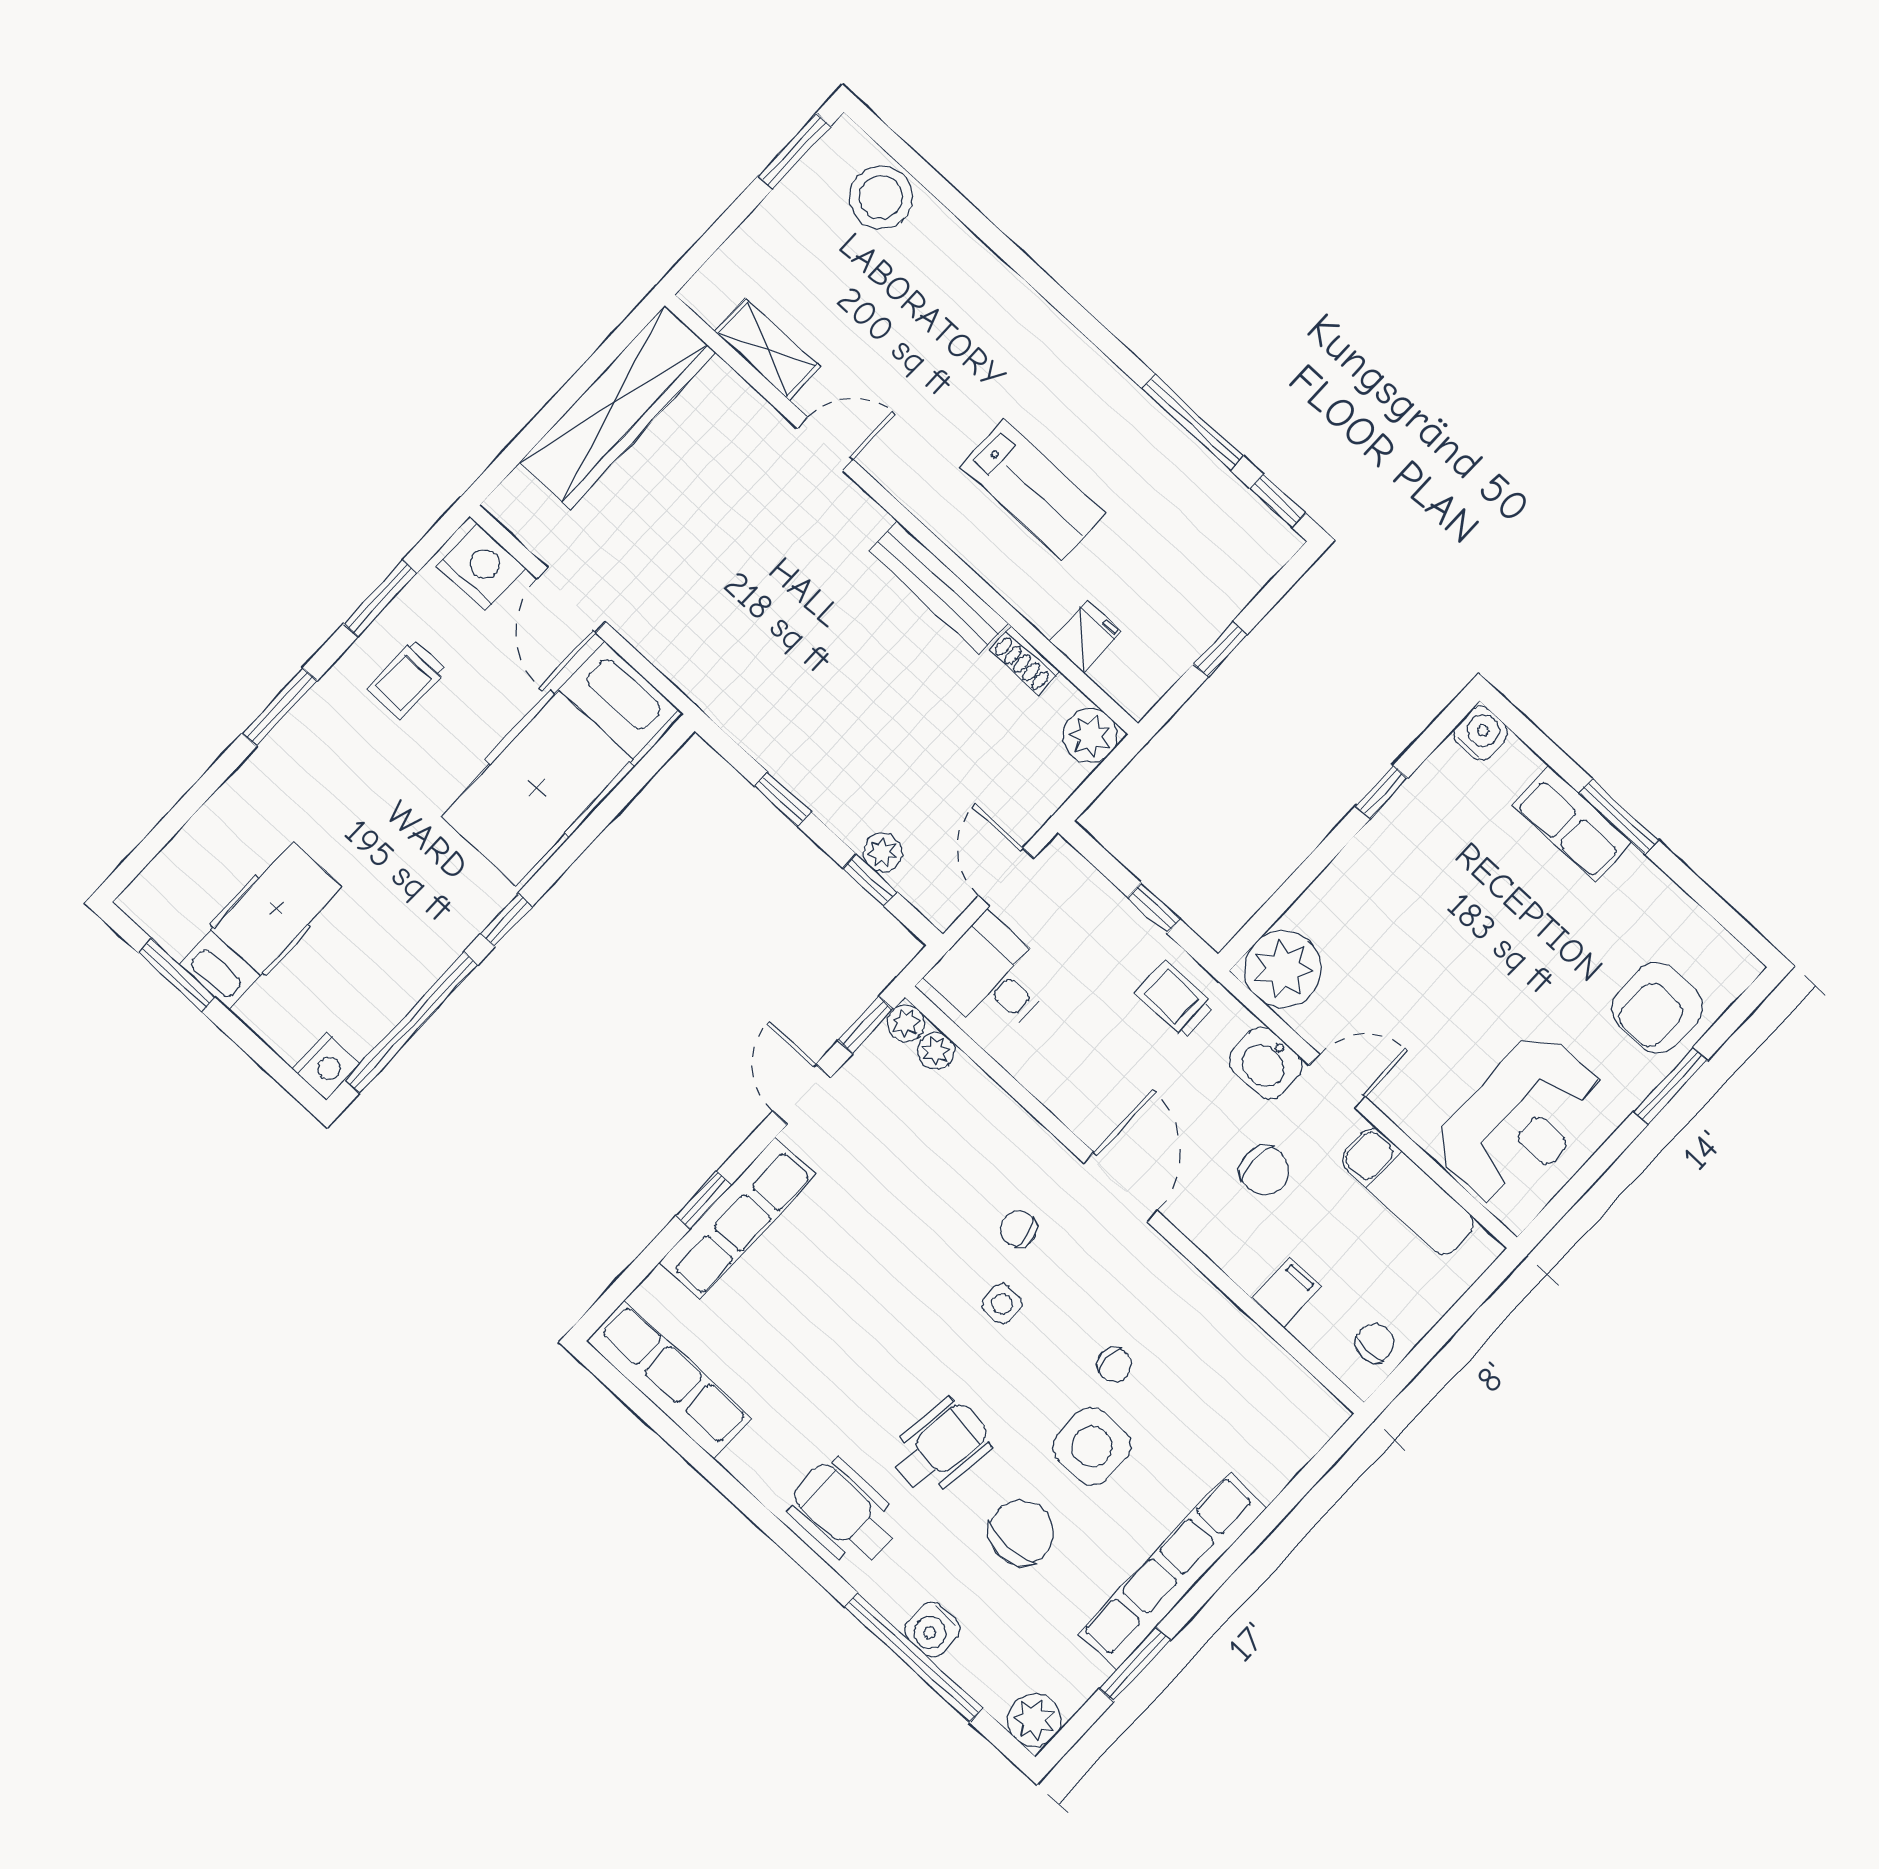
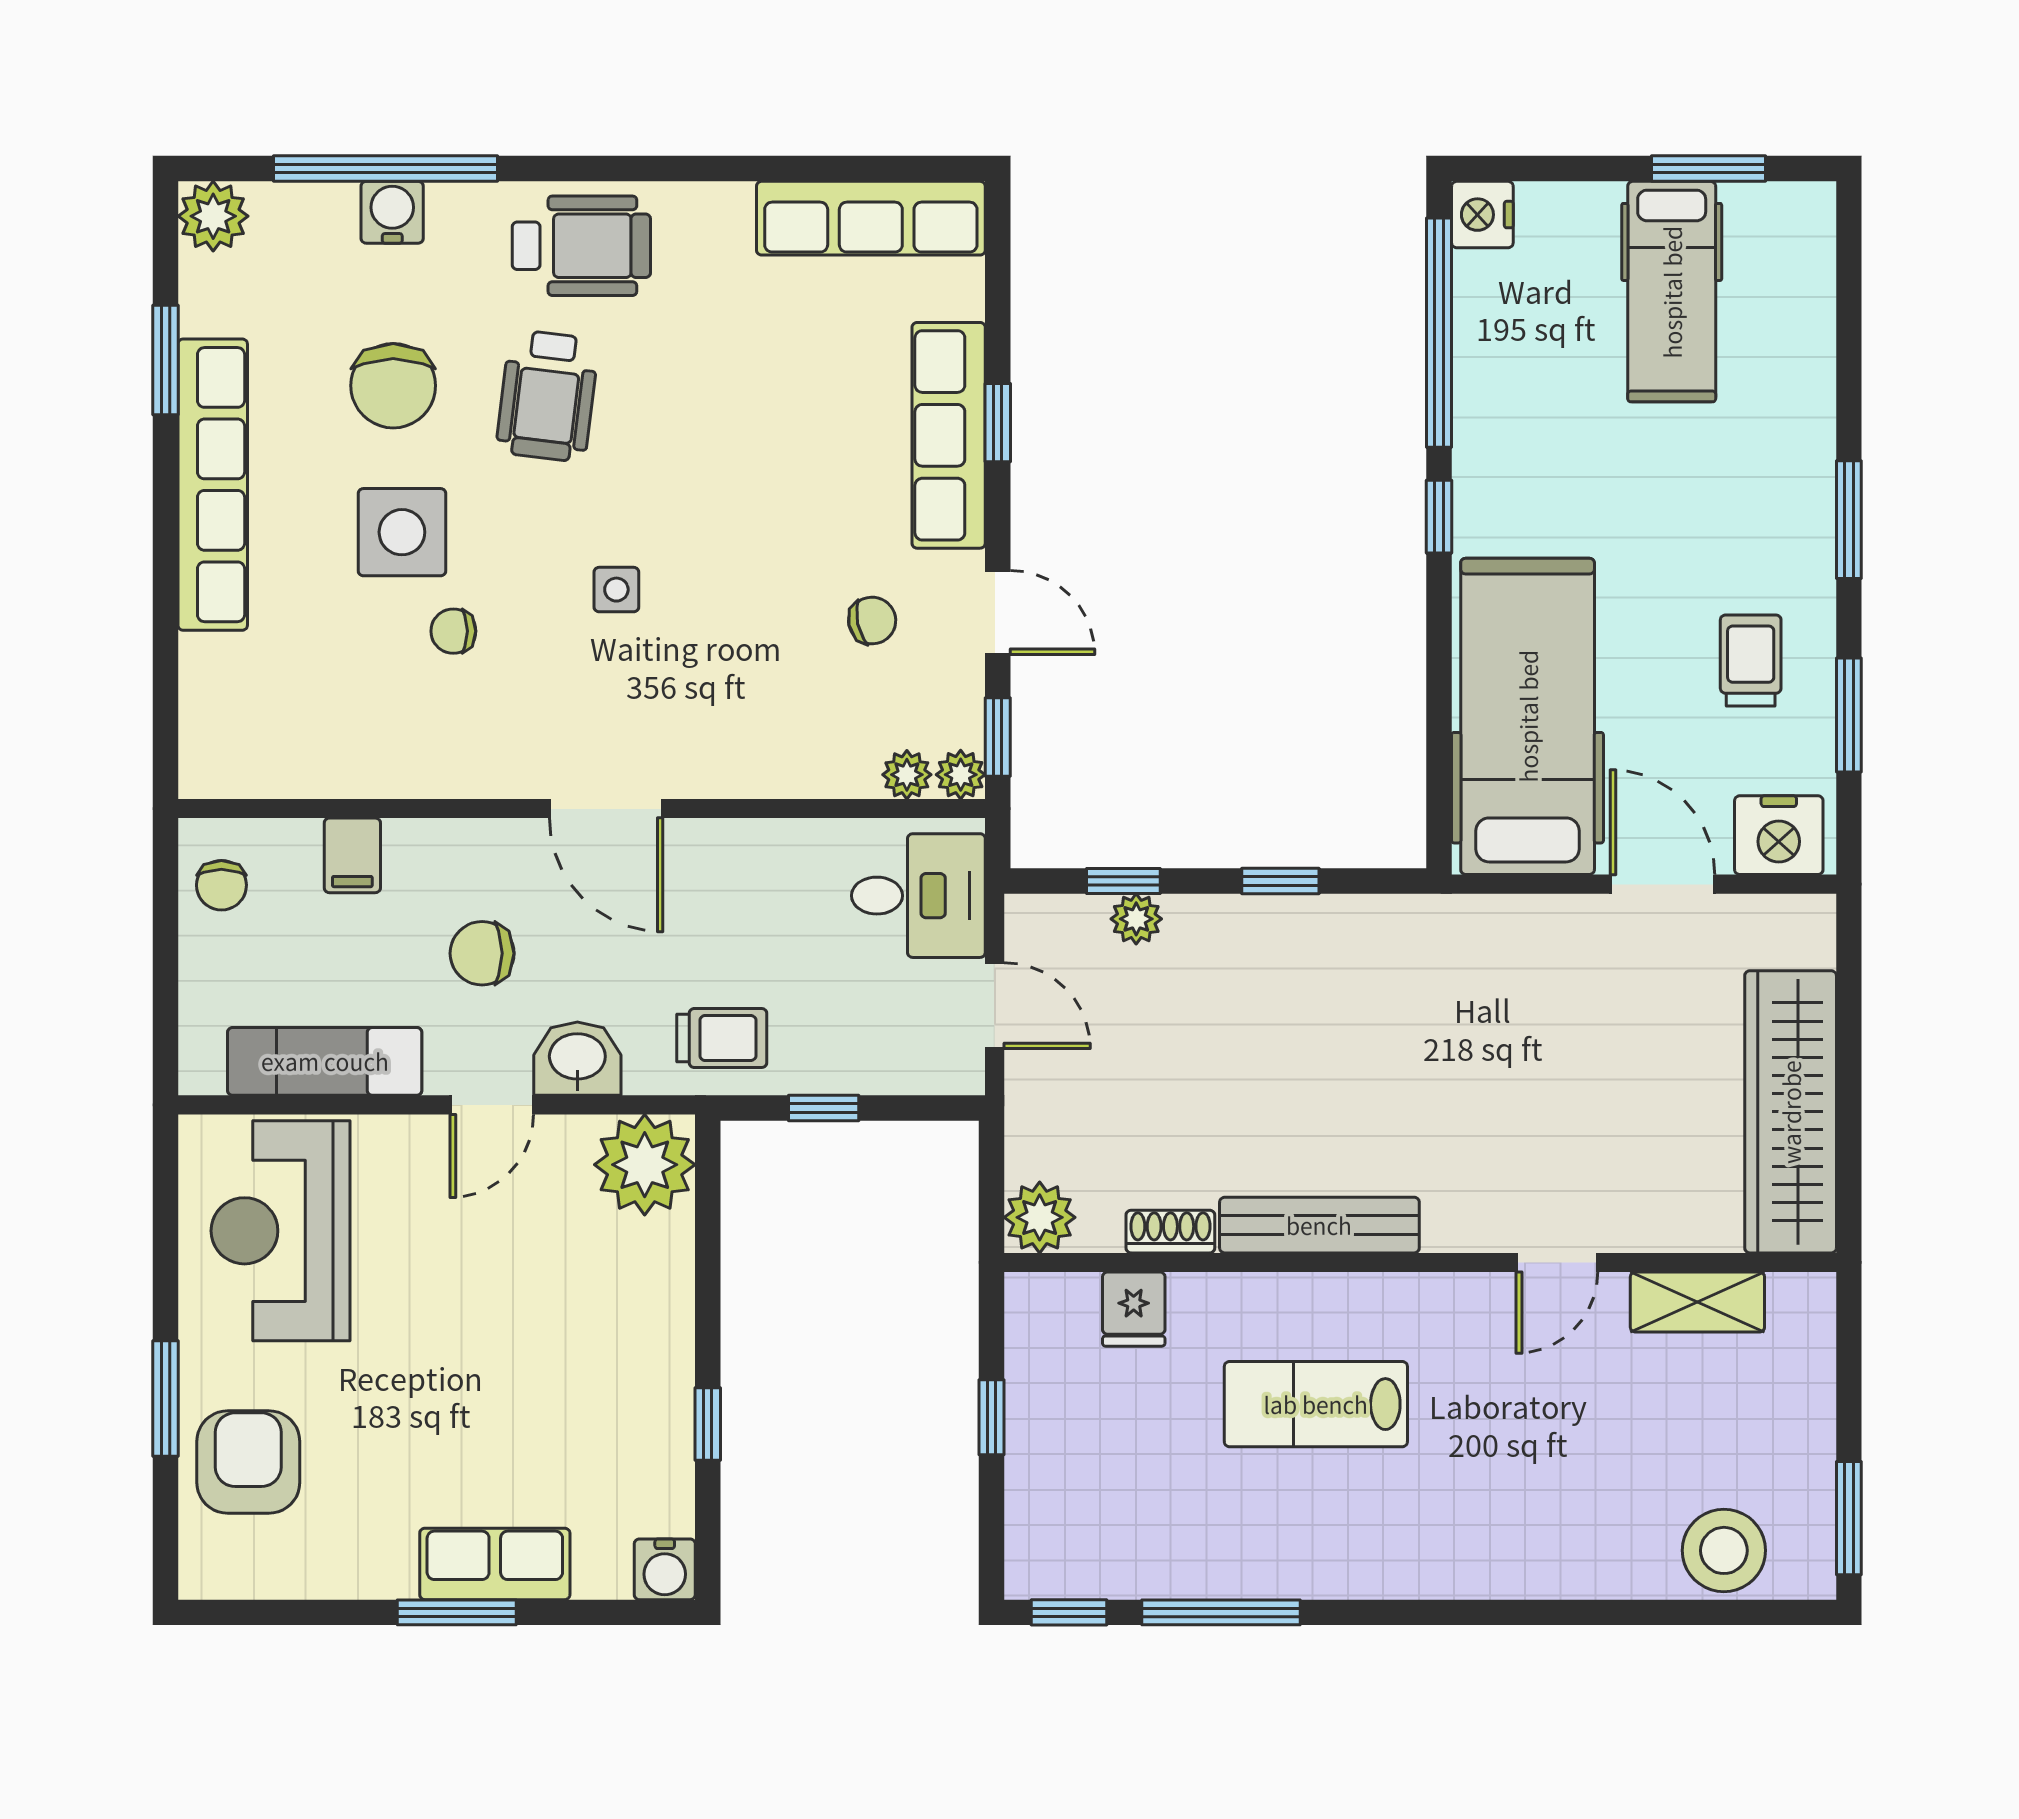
chair: (1018, 1229) -> (872, 621), moved

